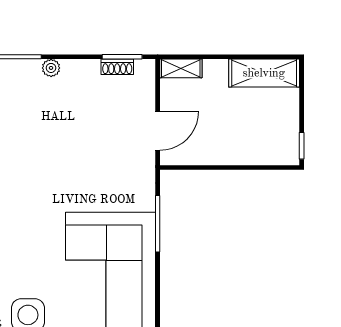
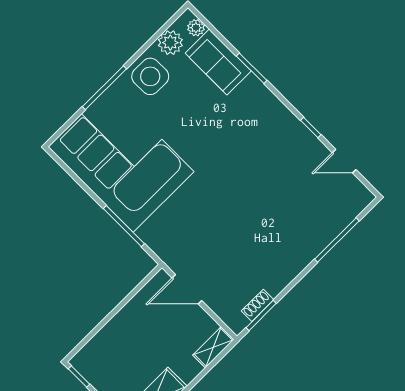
plant: (51, 68) -> (302, 260), removed
door: (158, 131) -> (187, 289), hinge flipped

